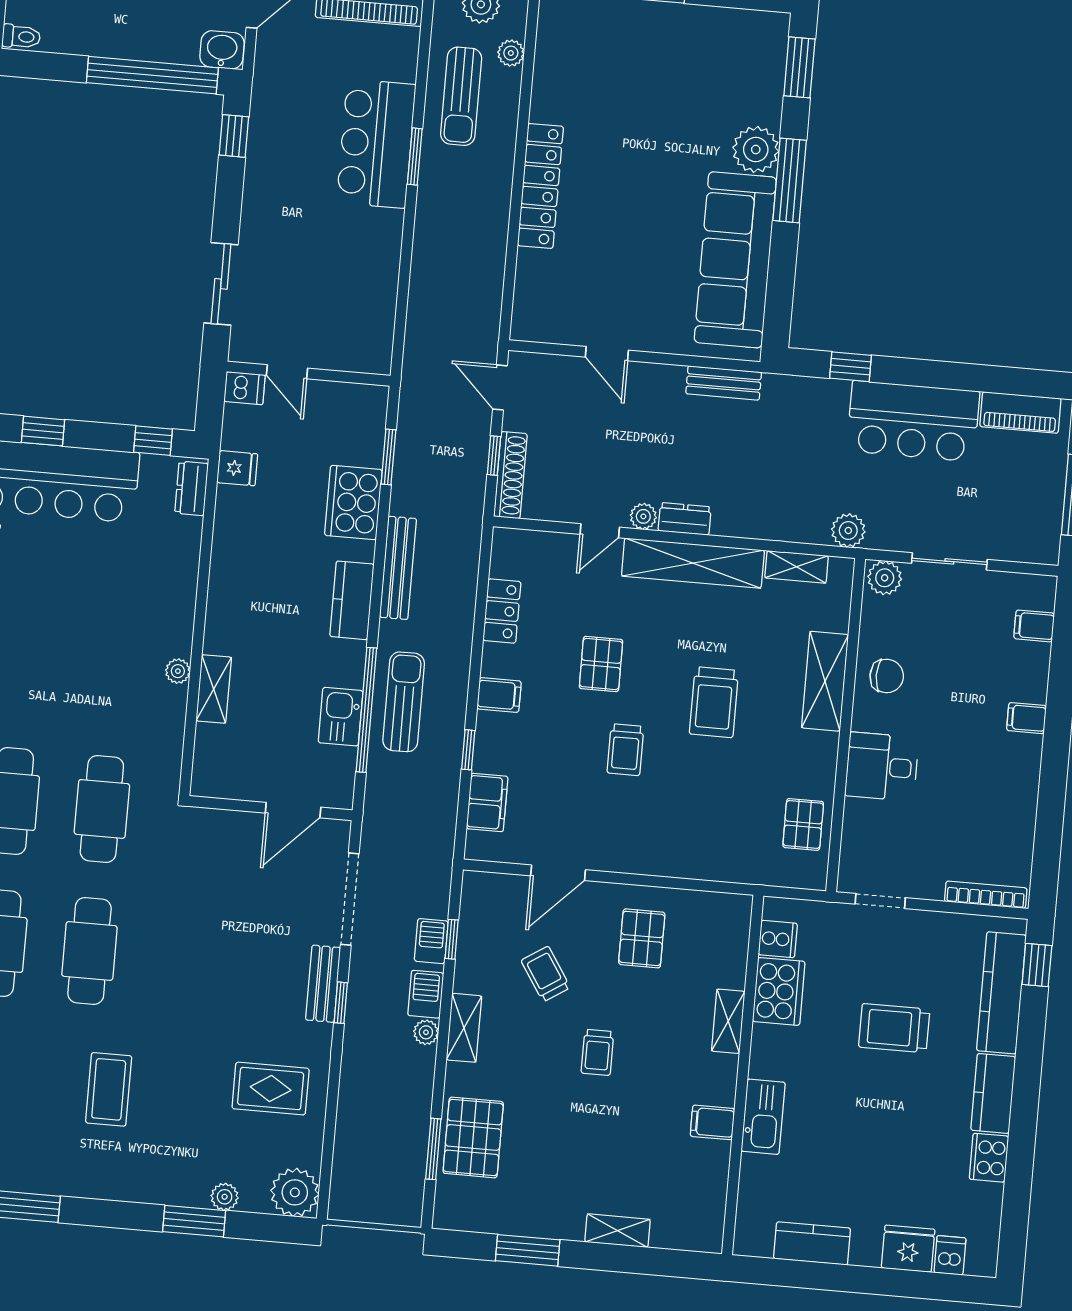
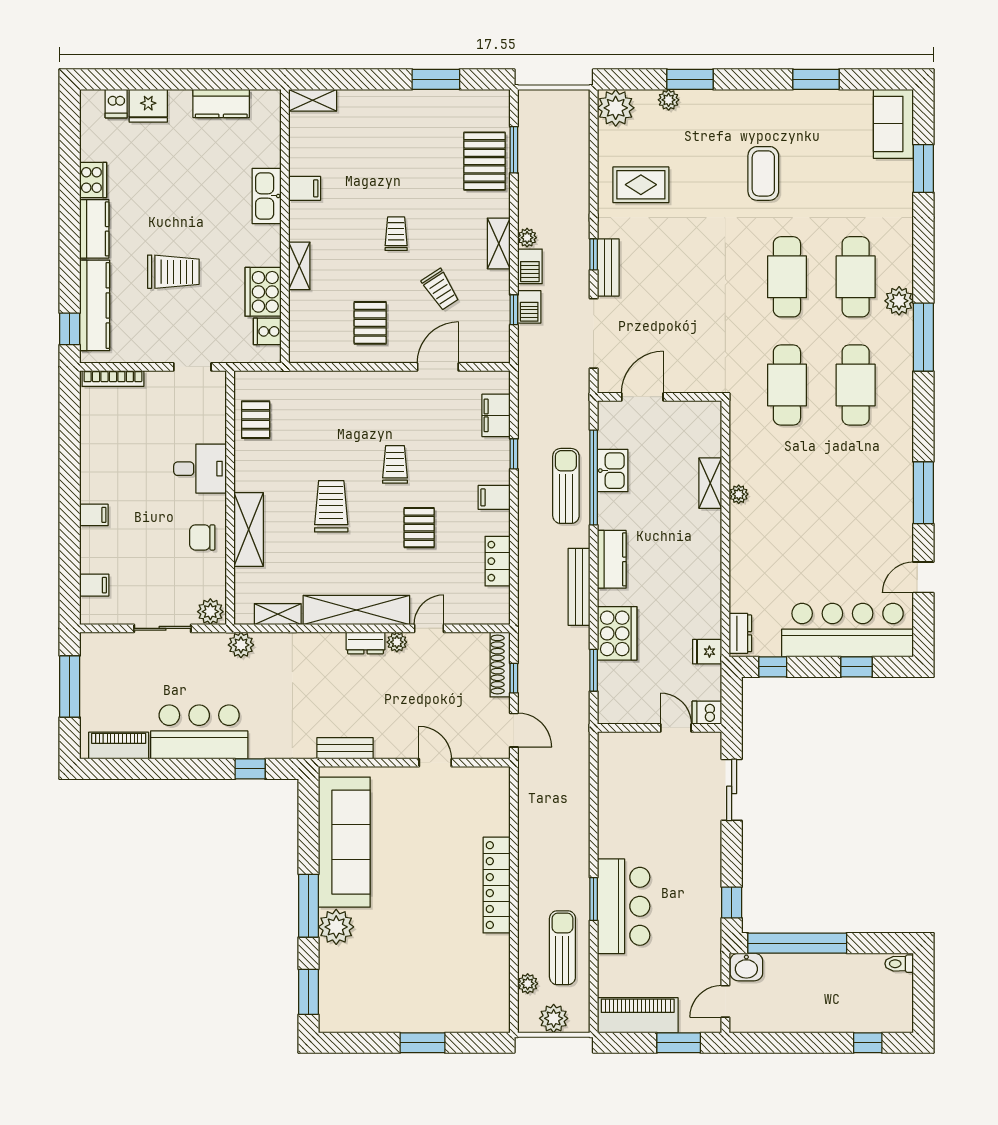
sun lounger: (404, 702) -> (566, 486), turned 180
shelving: (618, 1231) -> (313, 100), moved

